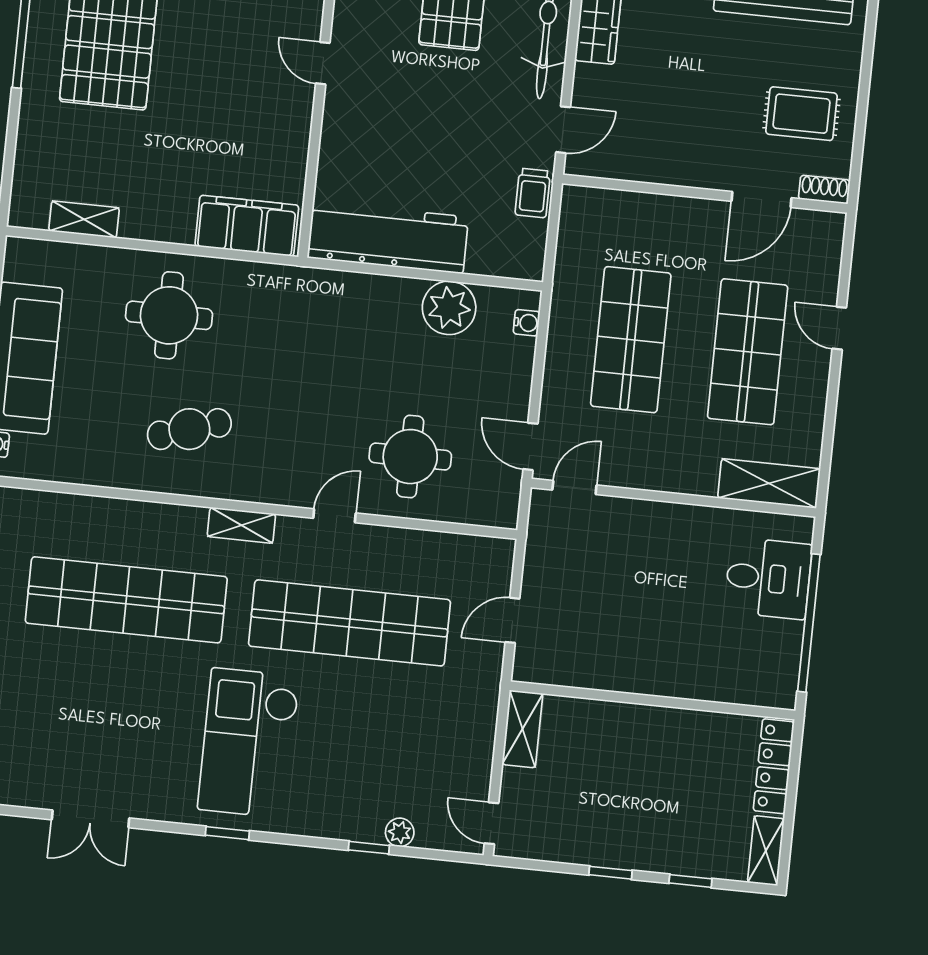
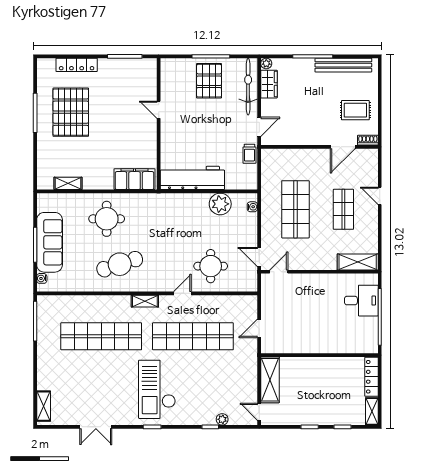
shop shelf: (748, 352) -> (343, 209), width x0.70, depth x0.74
cafe table: (189, 429) -> (120, 264), width x1.37, depth x1.35
shelving: (522, 729) -> (270, 380), width x1.50, depth x1.33

